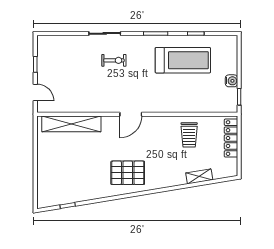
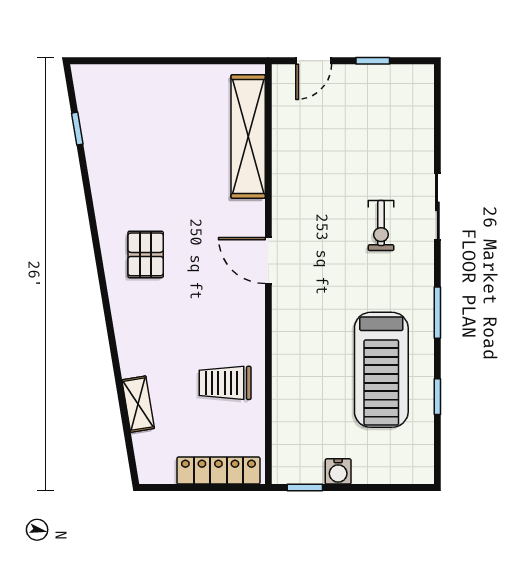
pallet: (128, 173) -> (146, 254), width x0.67, depth x0.71

